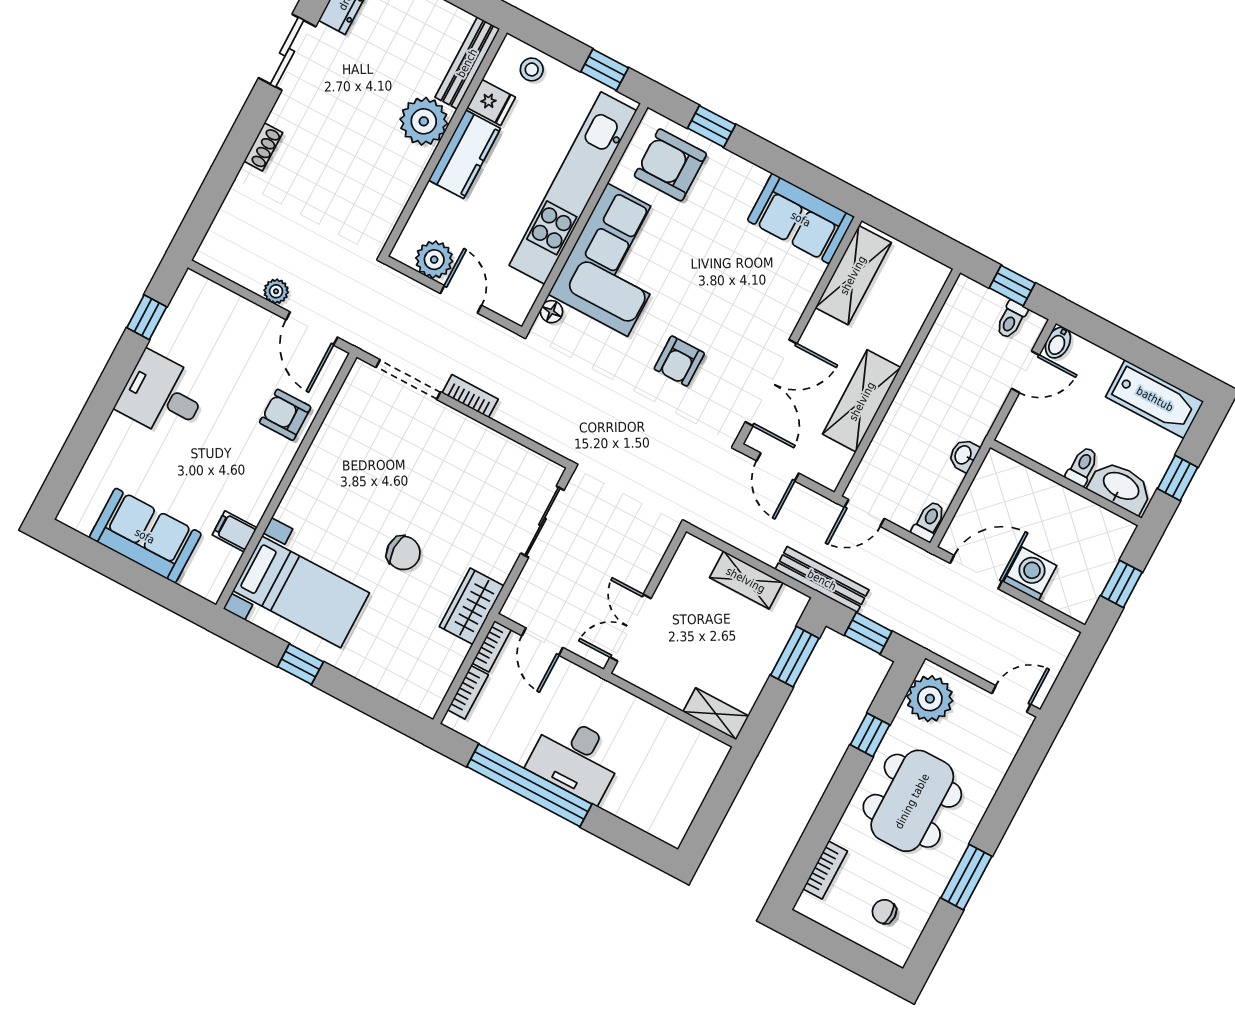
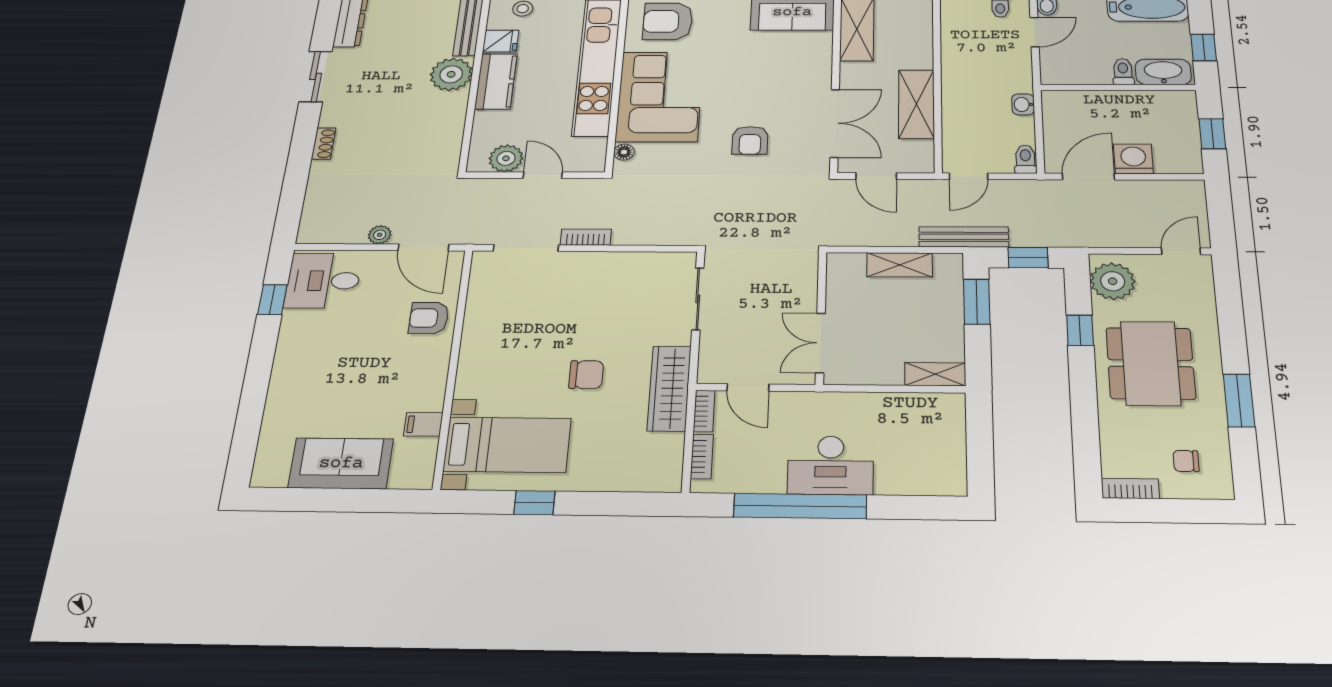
desk: (162, 395) -> (323, 281), moved
wardrobe: (472, 606) -> (669, 388), width x1.50
bookcase: (825, 870) -> (1130, 488), moved, turned -90

